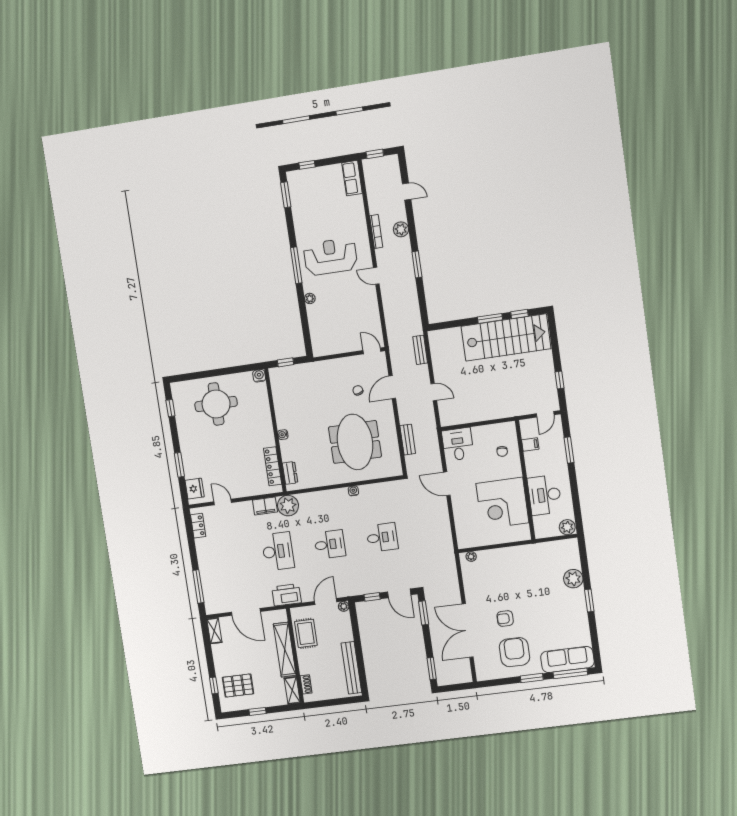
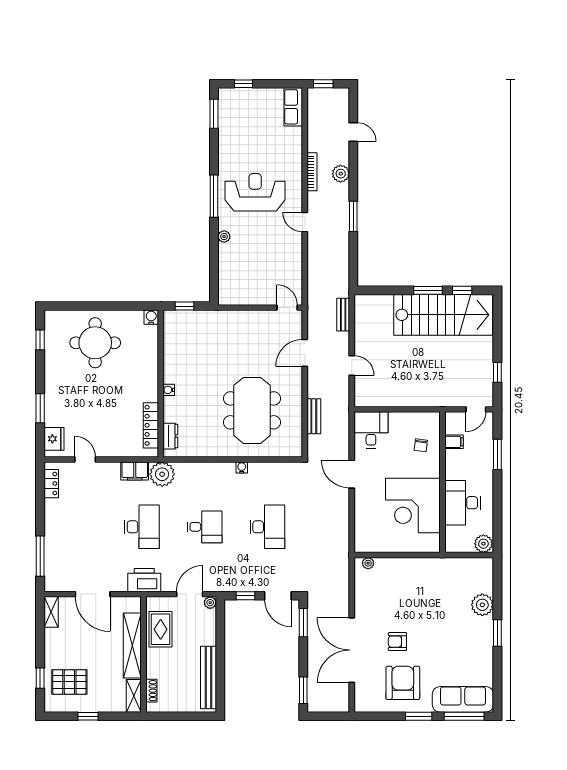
chair: (358, 390) -> (264, 351), removed
desk: (382, 537) -> (267, 527), width x1.37

